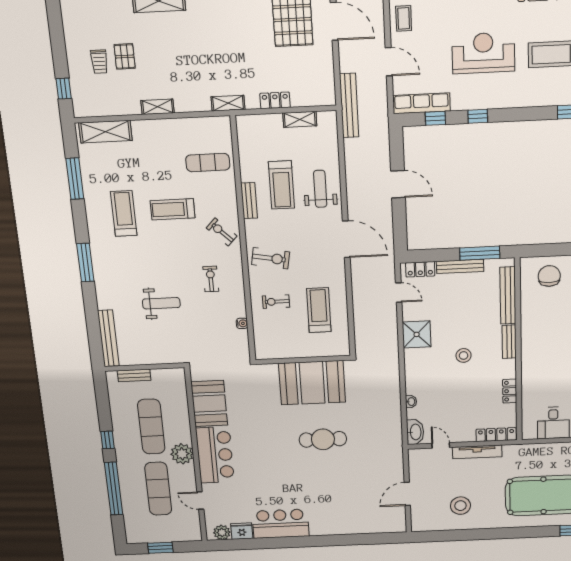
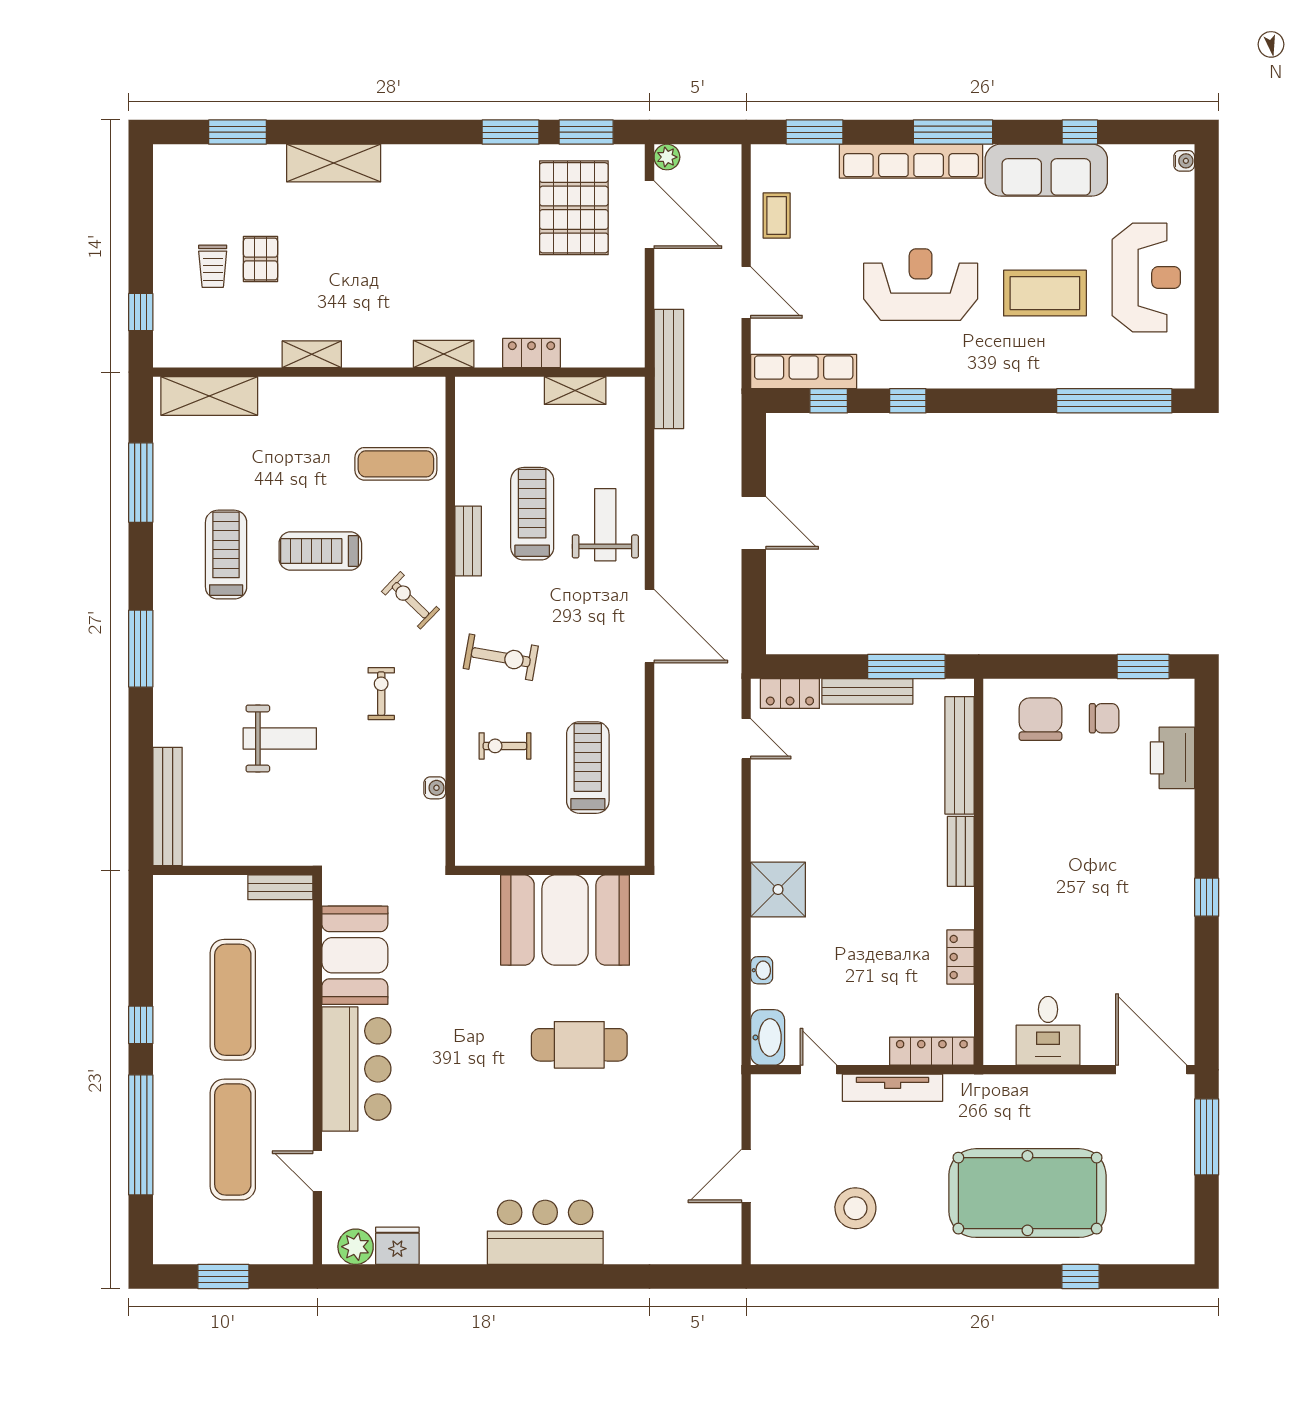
treadmill: (281, 185) -> (532, 514), turned 180
shower: (417, 334) -> (778, 890), moved
stool: (464, 355) -> (870, 876), removed
bench: (134, 375) -> (280, 887), moved
plant: (182, 454) -> (290, 1063), removed
bar counter: (280, 524) -> (545, 1232), moved

